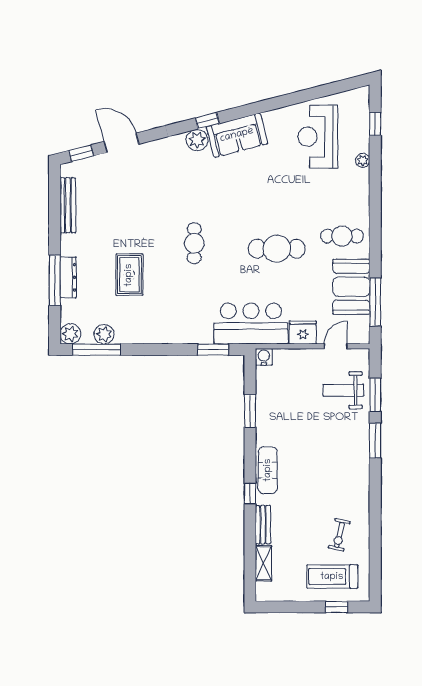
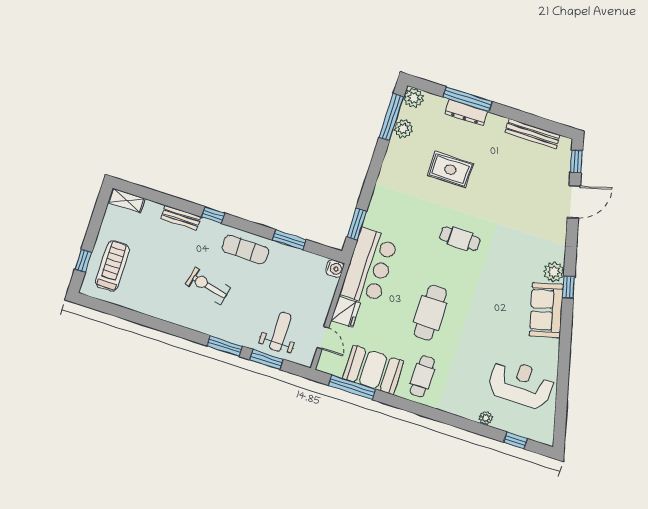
exercise mat: (268, 470) -> (245, 250), moved
exercise bike: (339, 535) -> (208, 286), moved, width x1.38, depth x1.39
shelving: (263, 563) -> (126, 201), moved

